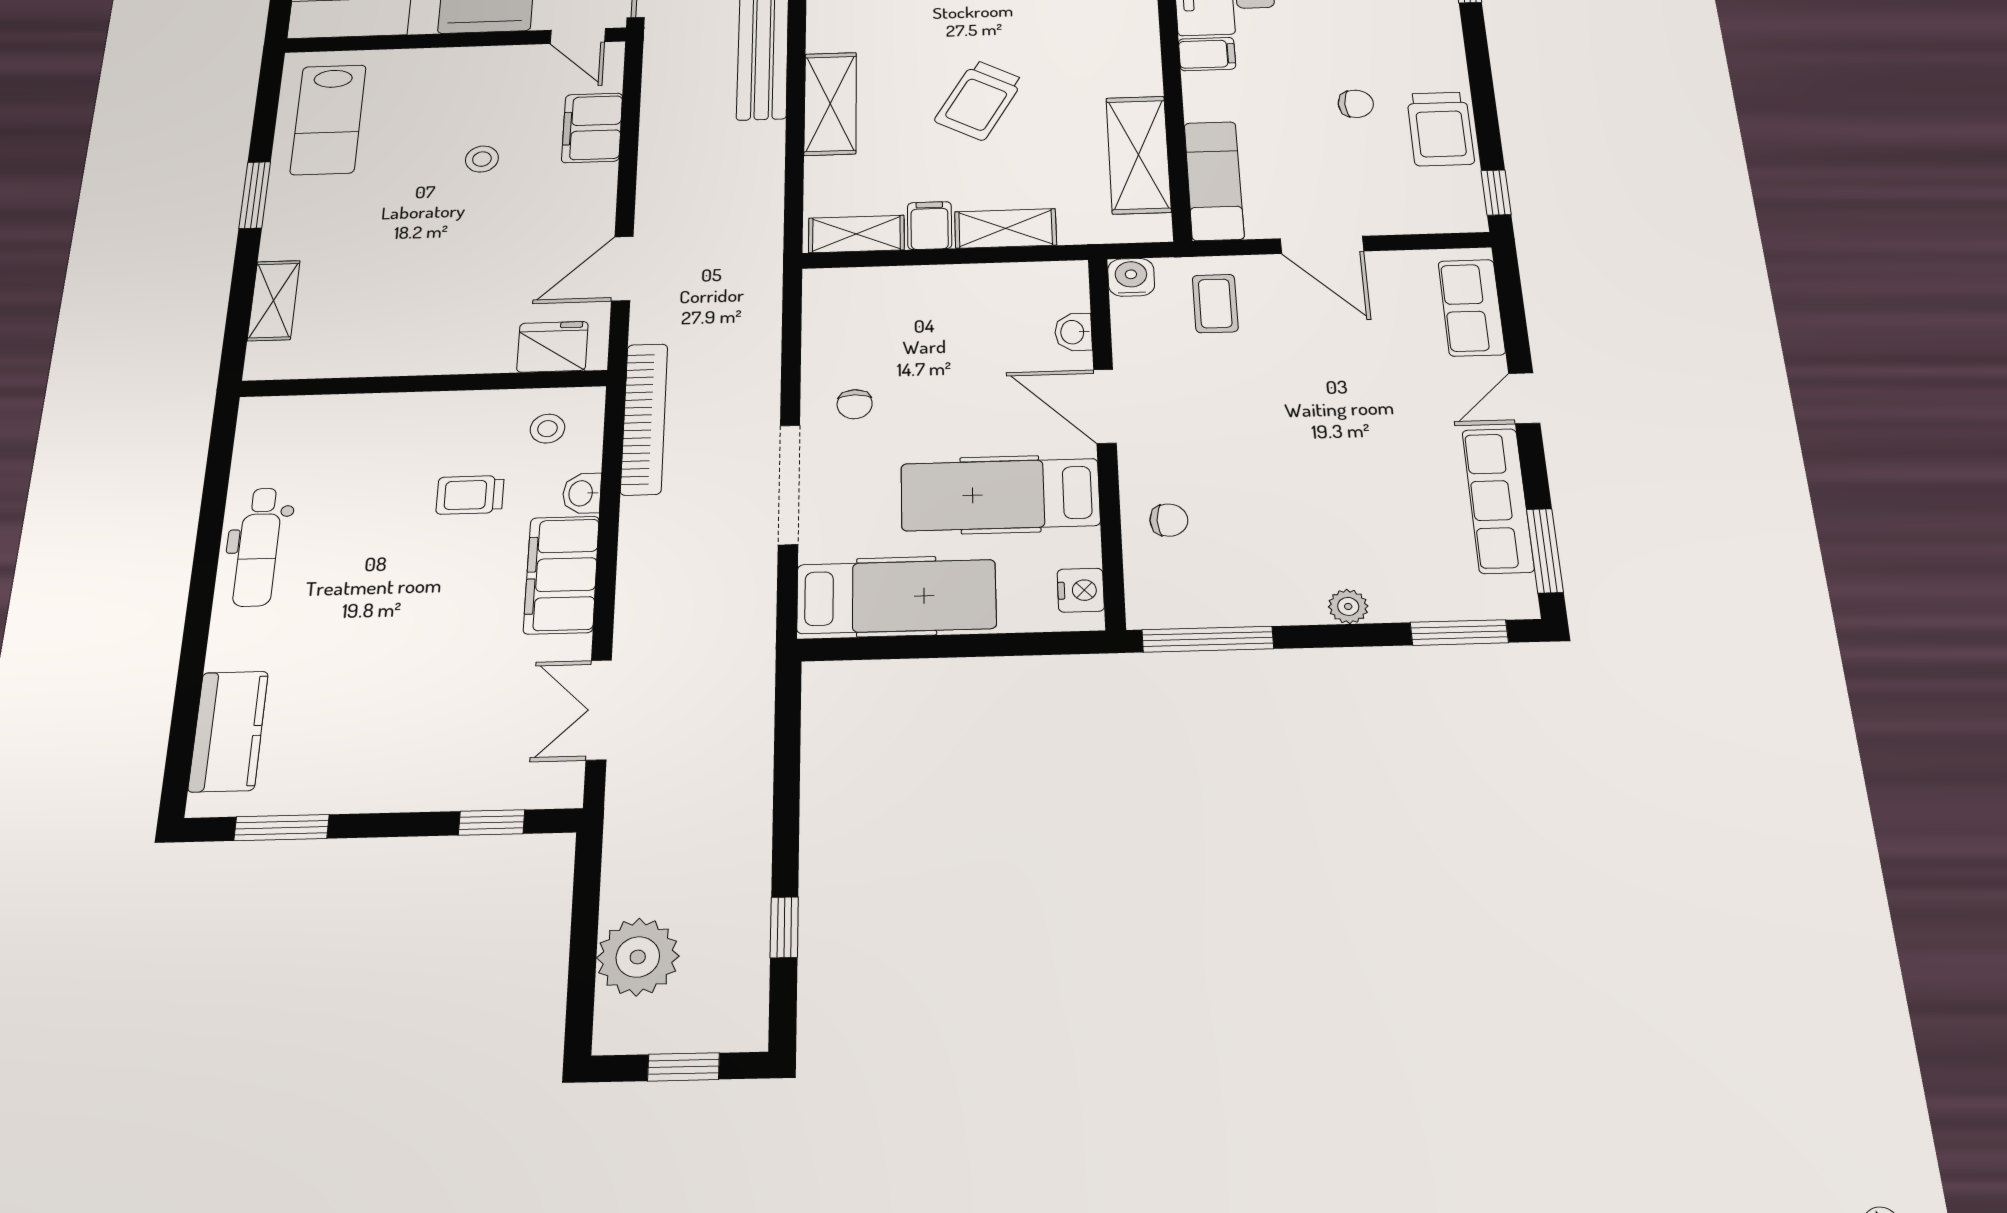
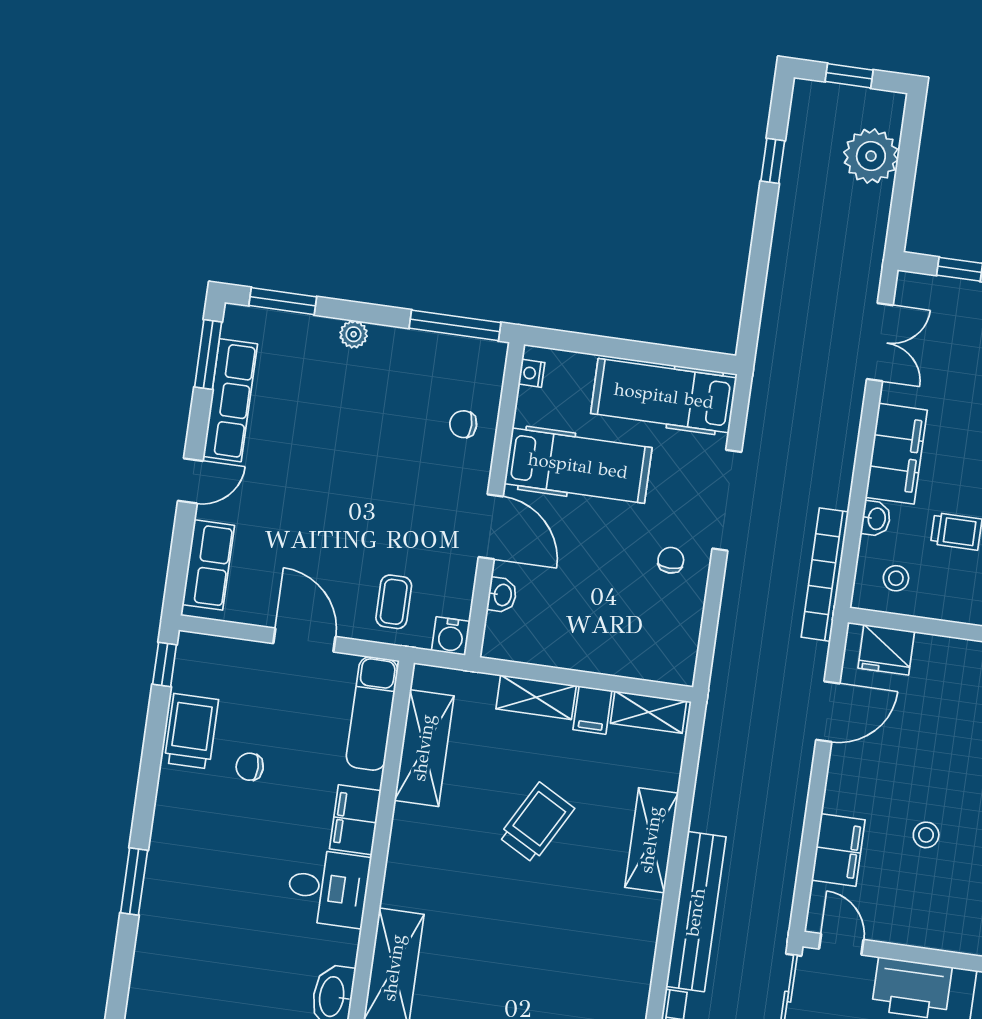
filing cabinet: (1207, 54) -> (355, 820), width x2.00
nightstand: (1081, 590) -> (532, 373), width x0.72, depth x0.74

